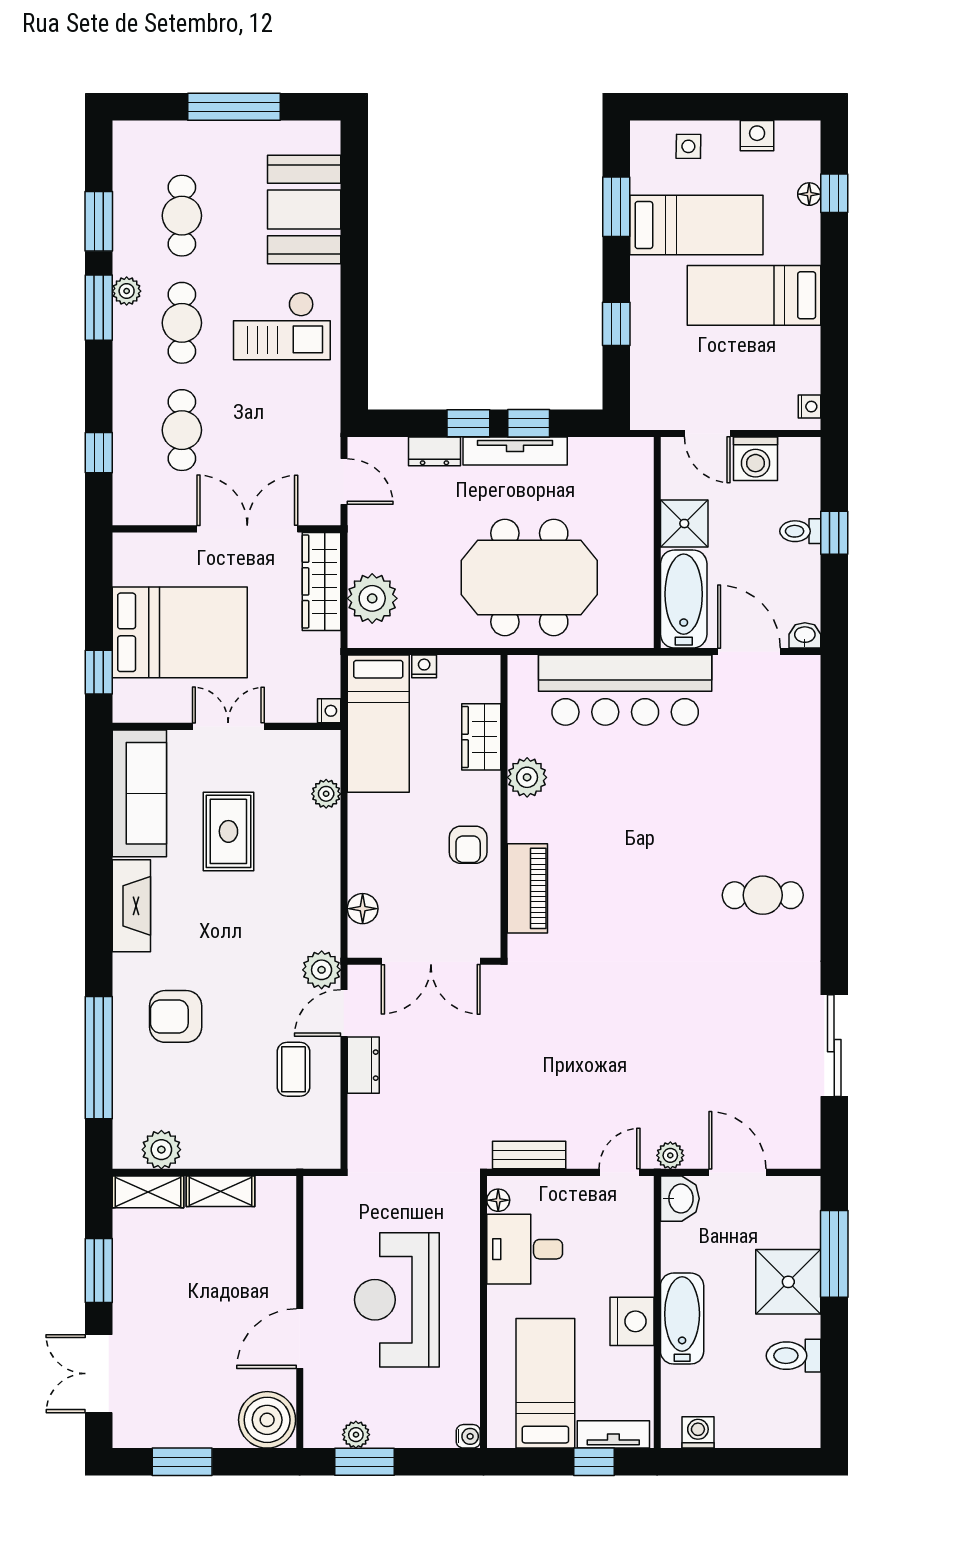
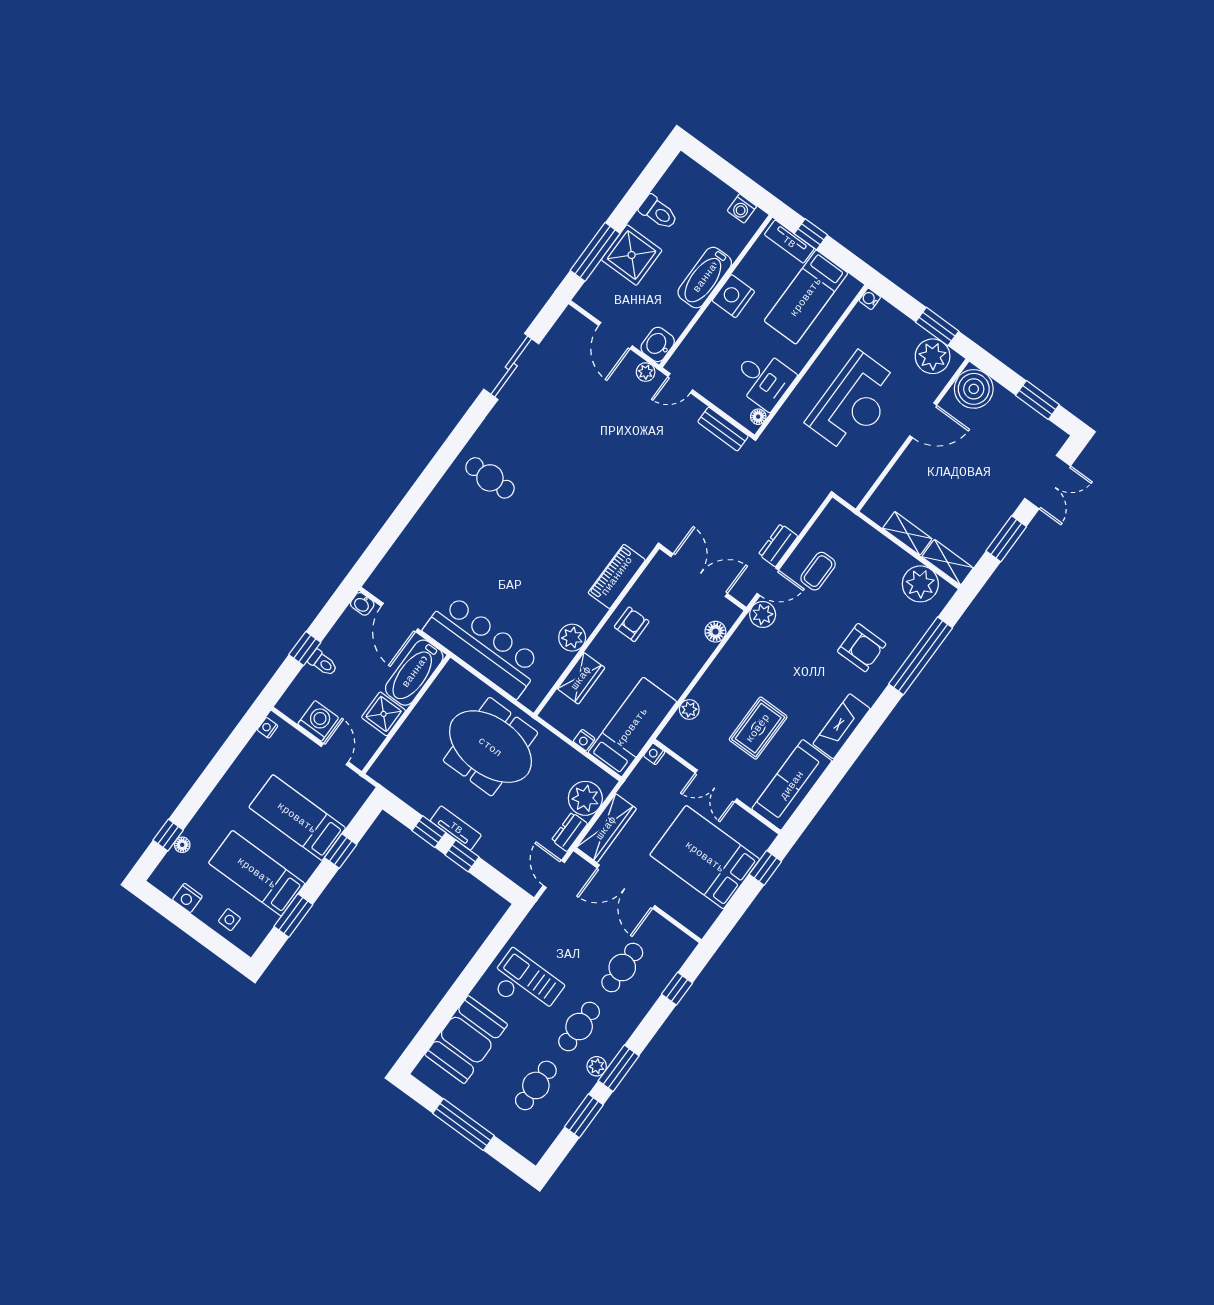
bed: (754, 295) -> (297, 818), moved, turned 180
dresser: (434, 451) -> (569, 832), moved, turned -90
tv unit: (515, 451) -> (456, 828), width x0.71
plant: (161, 1150) -> (920, 584), width x1.36, depth x1.36
plant: (356, 1435) -> (933, 356), width x1.88, depth x1.88

